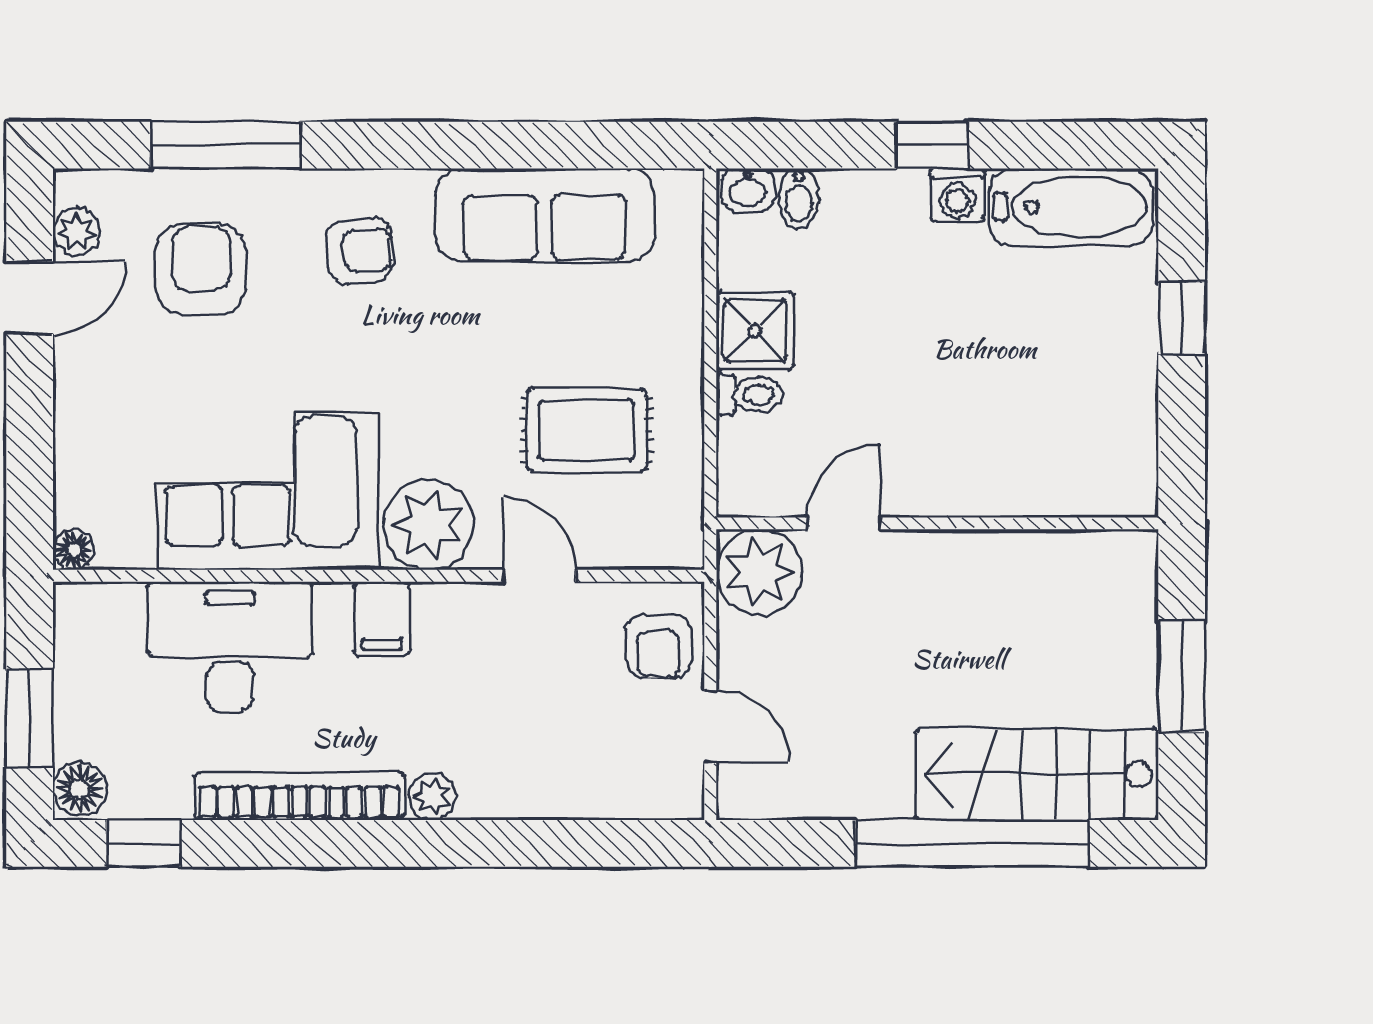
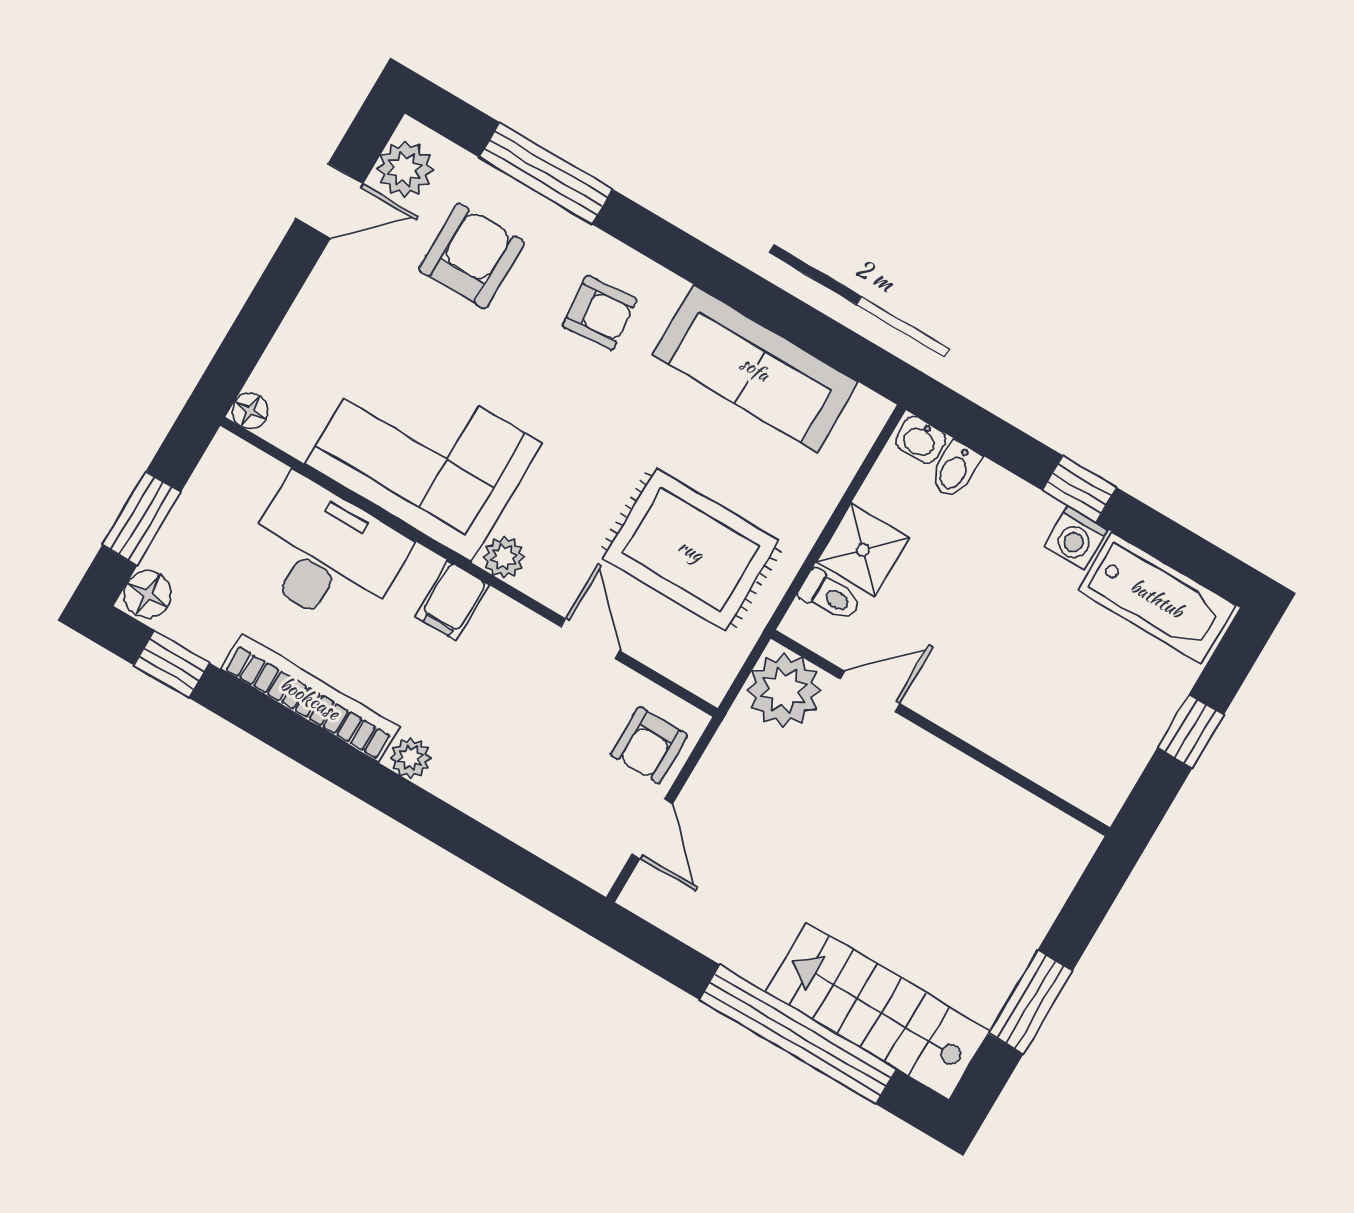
plant: (76, 232) -> (405, 169), width x1.38, depth x1.38
rug: (586, 430) -> (691, 550), width x1.36, depth x1.43
door: (844, 523) -> (870, 691), moved
wall: (937, 523) -> (940, 733), moved
plant: (428, 525) -> (504, 557), width x0.53, depth x0.53
plant: (759, 572) -> (784, 690), moved

